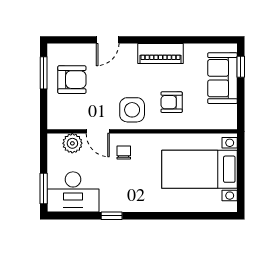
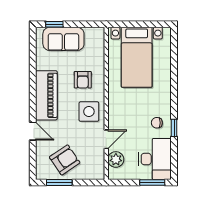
piano: (160, 54) -> (46, 95), width x1.37, depth x1.33
armchair: (72, 80) -> (65, 160), turned 56
chair: (124, 152) -> (157, 123), moved

